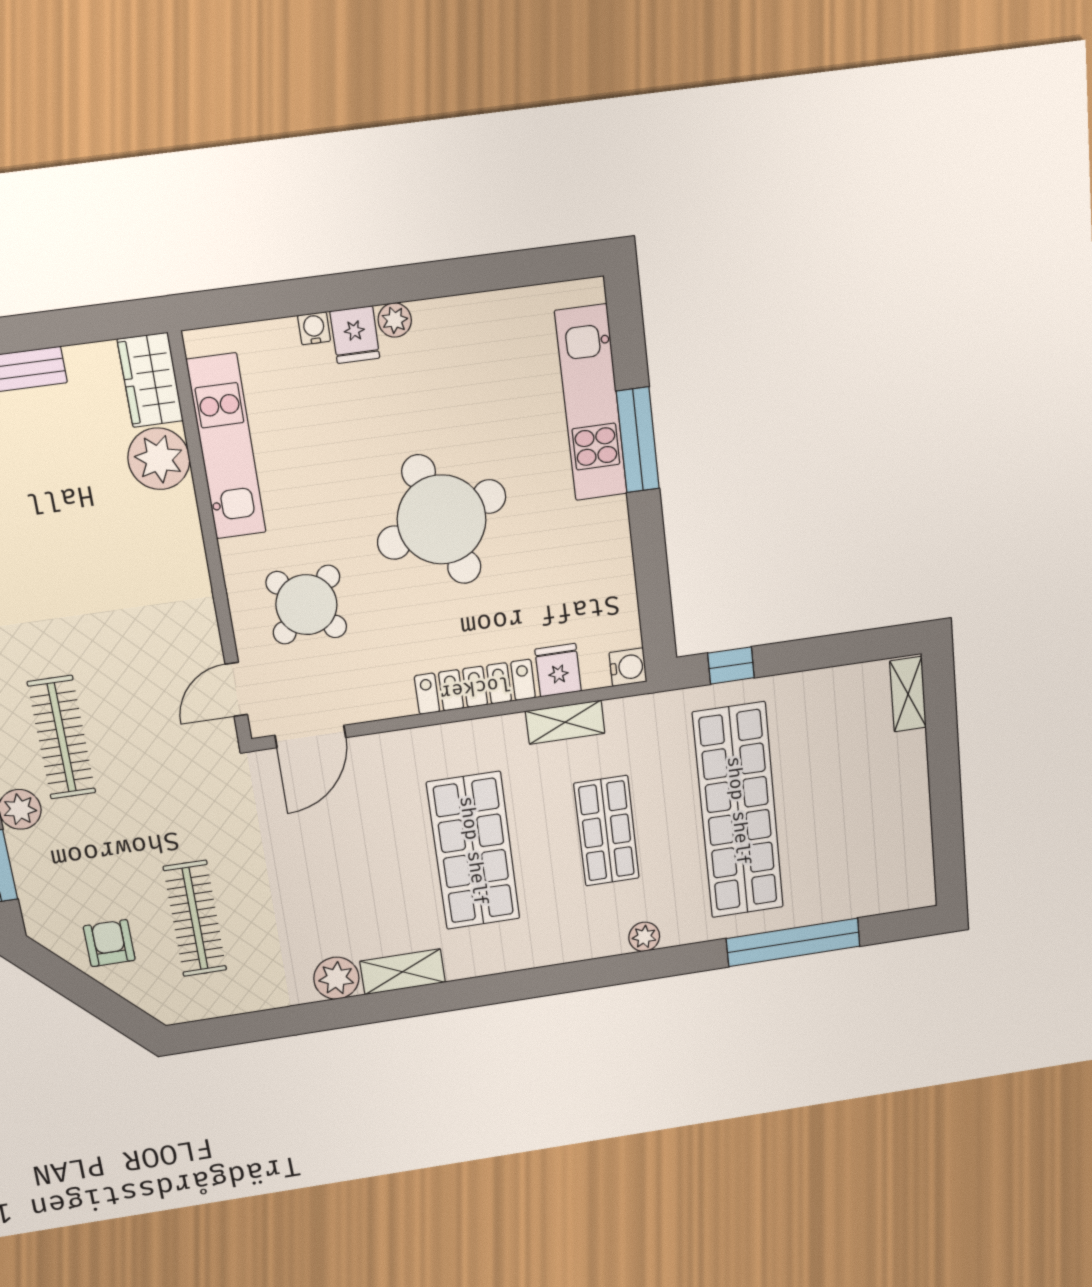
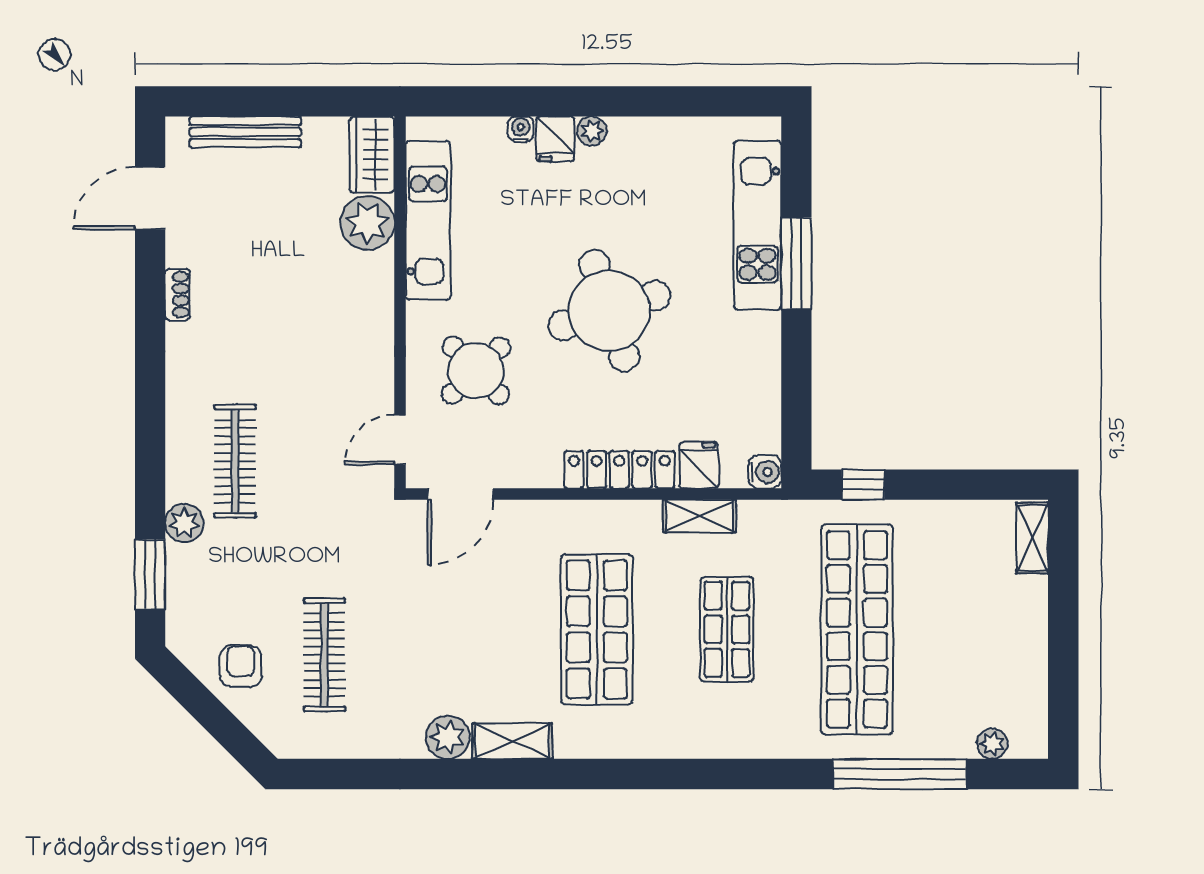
plant: (644, 937) -> (992, 744), moved

